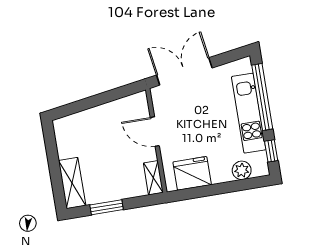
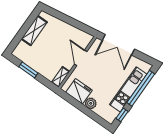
double door: (184, 71) -> (118, 45), swing flipped
plant: (242, 170) -> (91, 103), moved
shelving: (72, 183) -> (34, 30), moved

